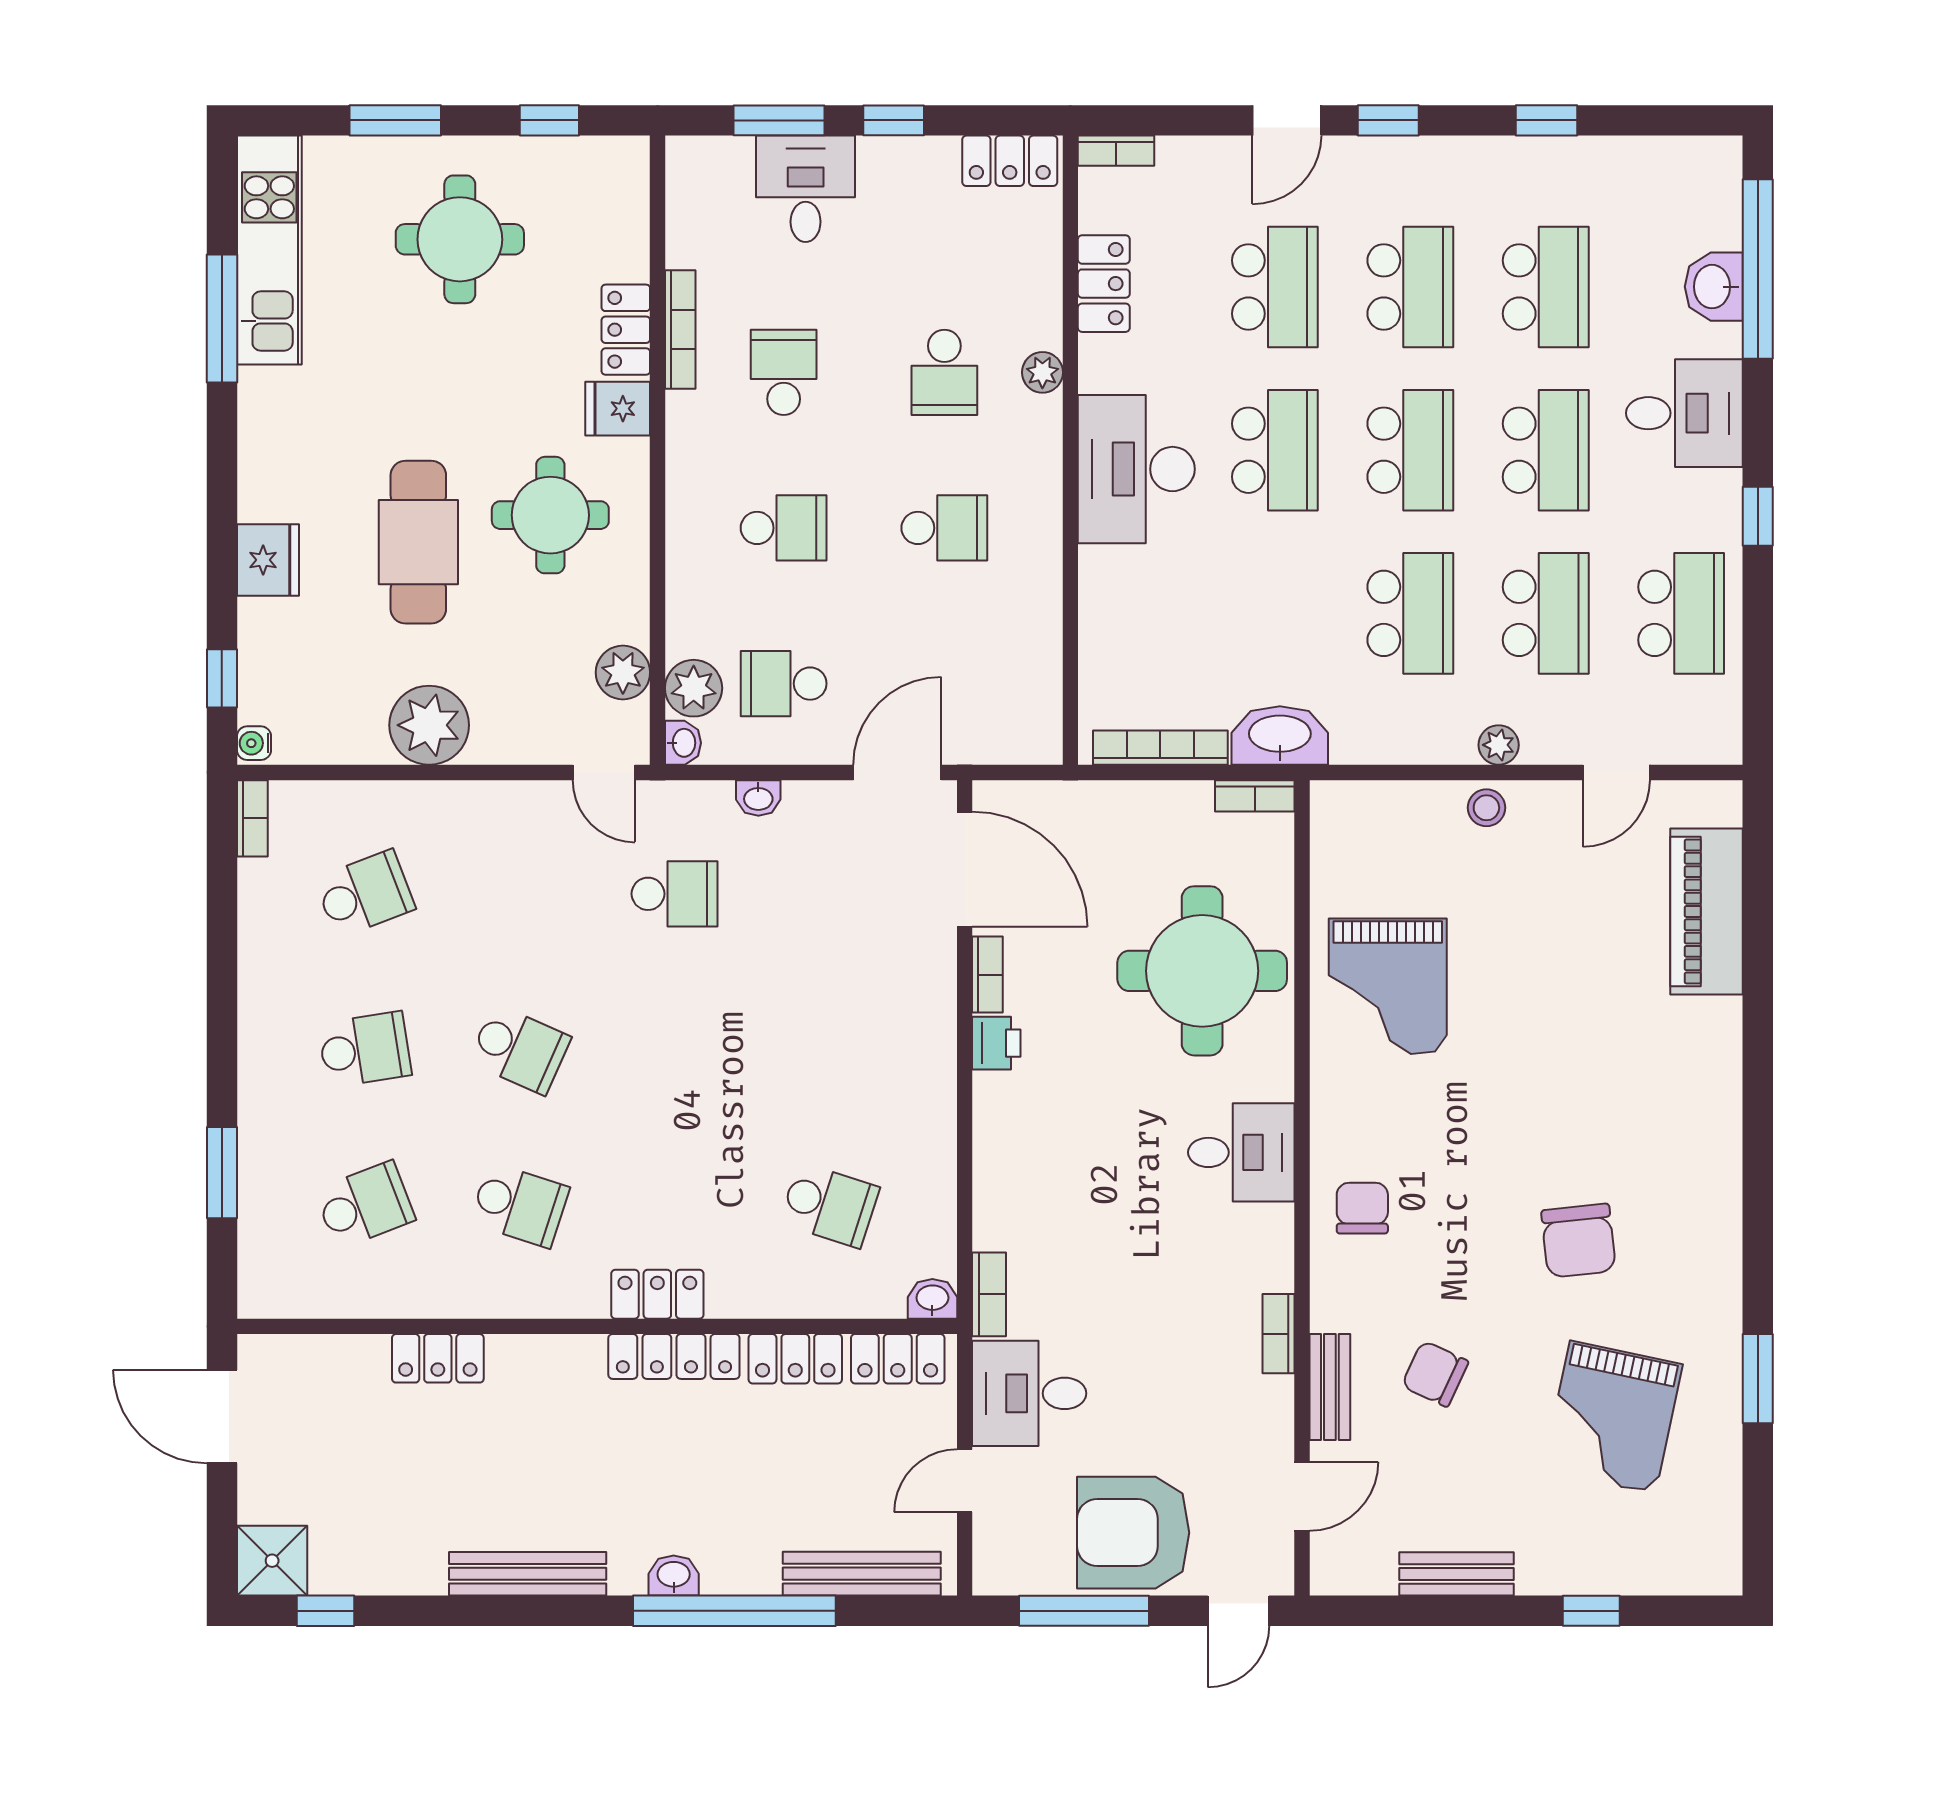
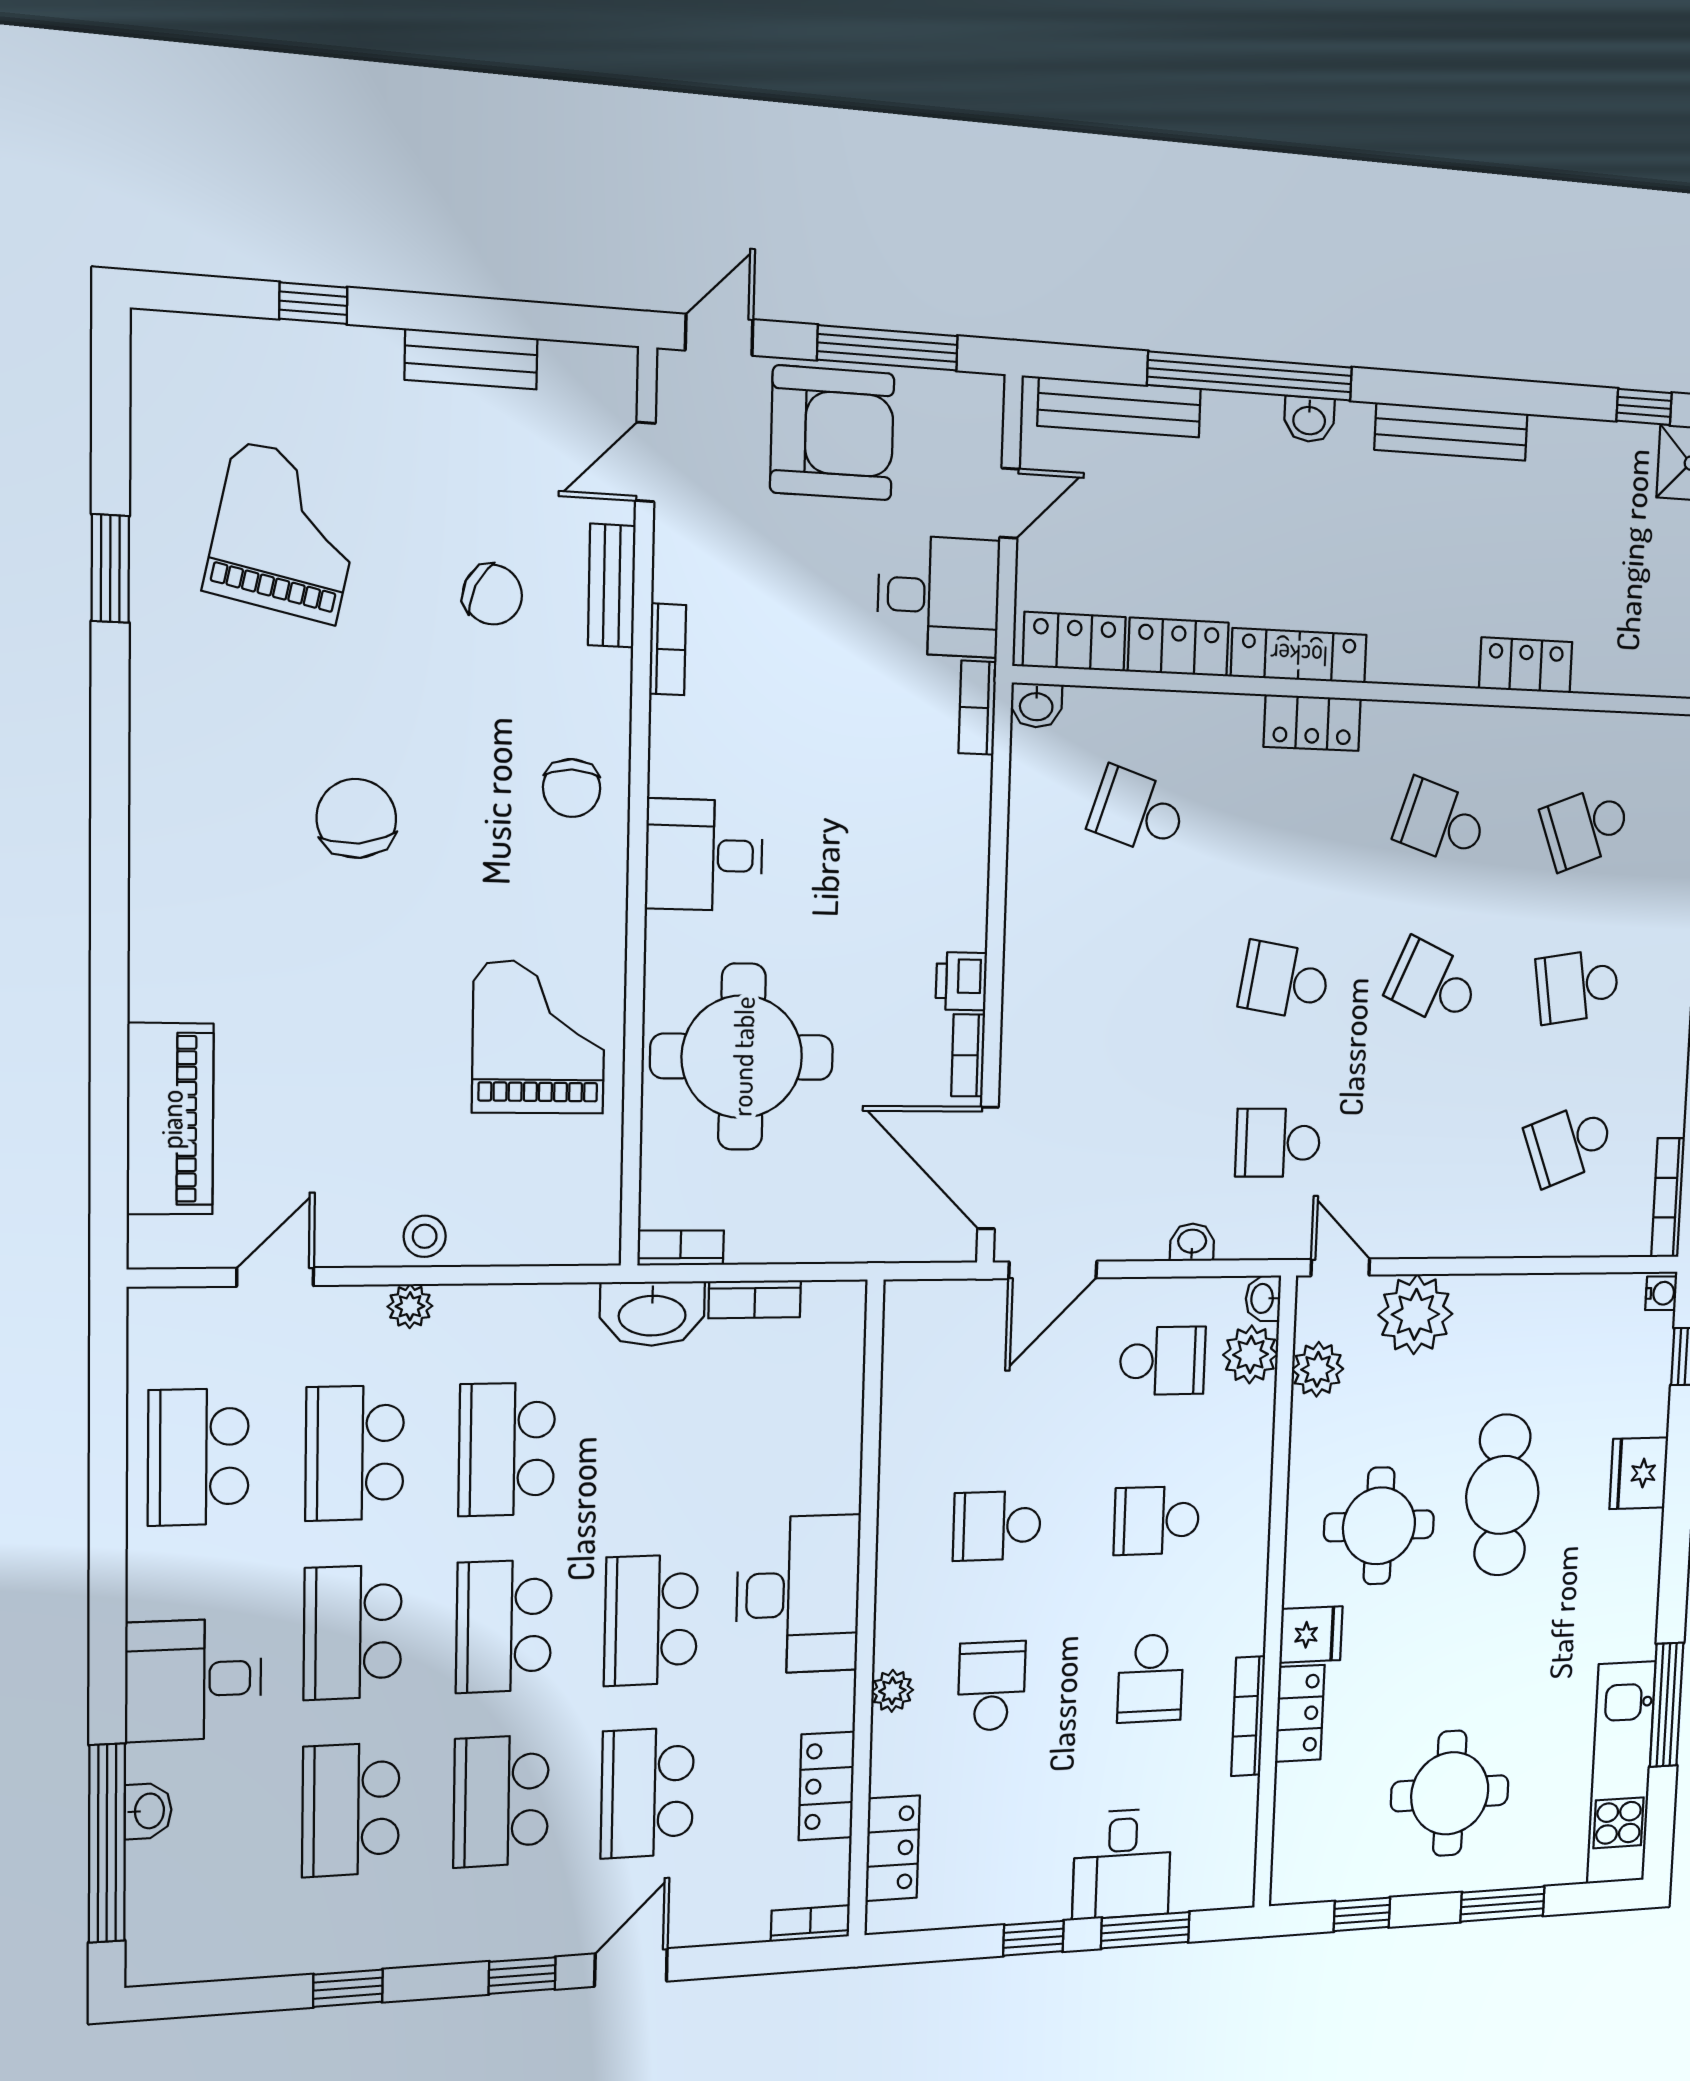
locker: (1010, 161) -> (893, 1848), moved, turned 90
washbasin: (1714, 287) -> (148, 1811), width x0.72, depth x0.69
window: (1758, 516) -> (108, 1569), removed
plant: (429, 725) -> (1415, 1314), moved
bookcase: (1160, 748) -> (755, 1299), width x0.64
bookcase: (252, 818) -> (1668, 1198), width x1.56
school desk: (675, 1049) -> (1285, 981), added
chair: (1578, 1241) -> (356, 818), moved

